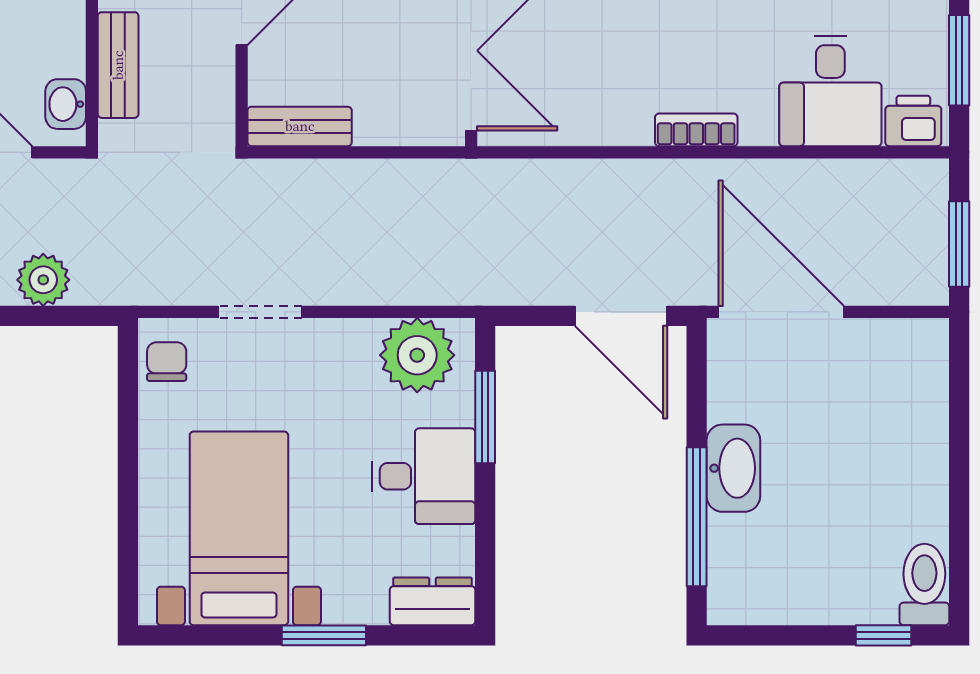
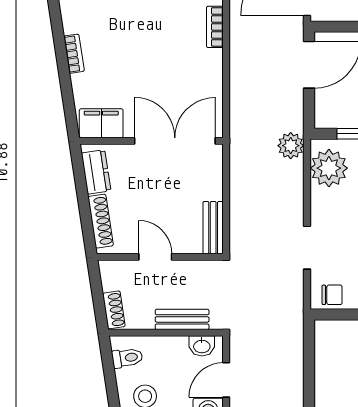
plant: (43, 280) -> (291, 146), moved
chair: (167, 362) -> (332, 295), turned 180

